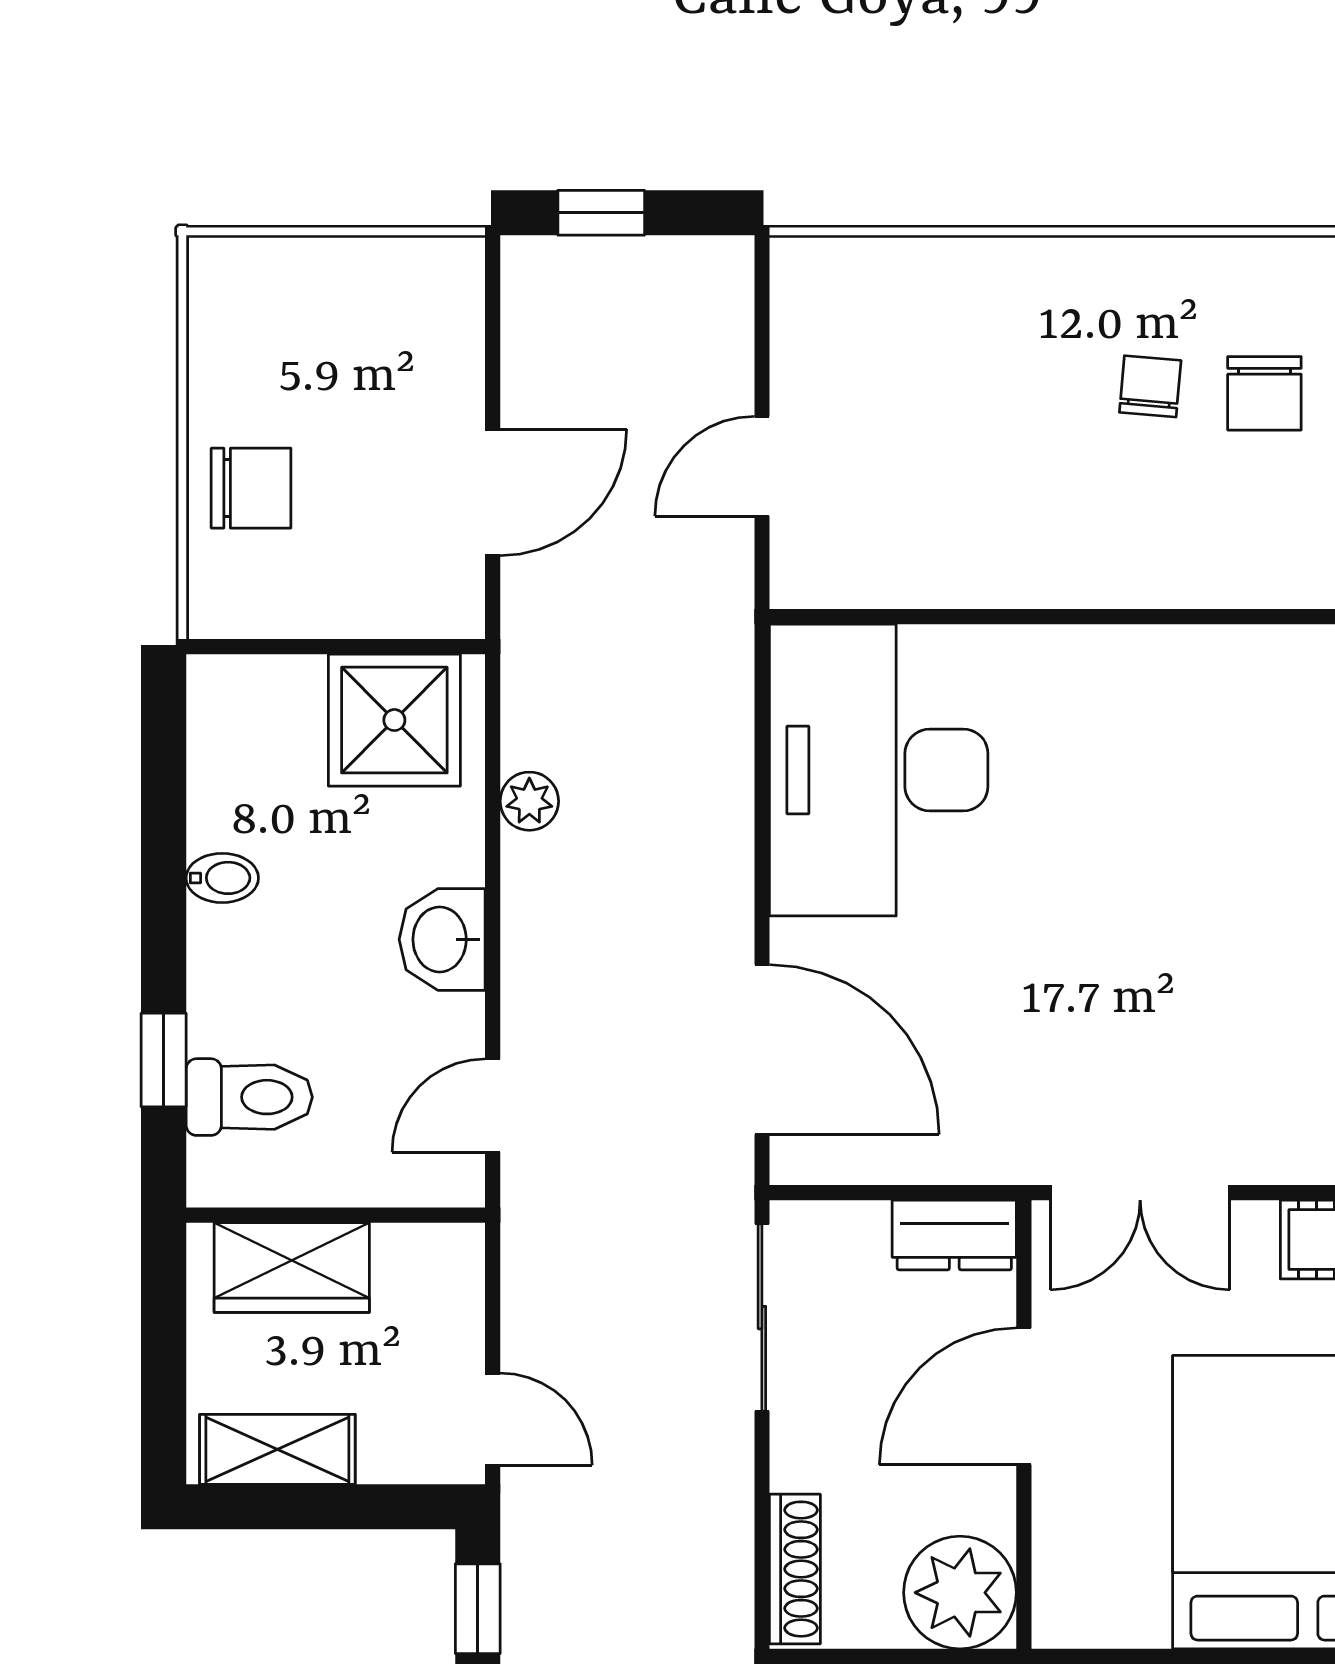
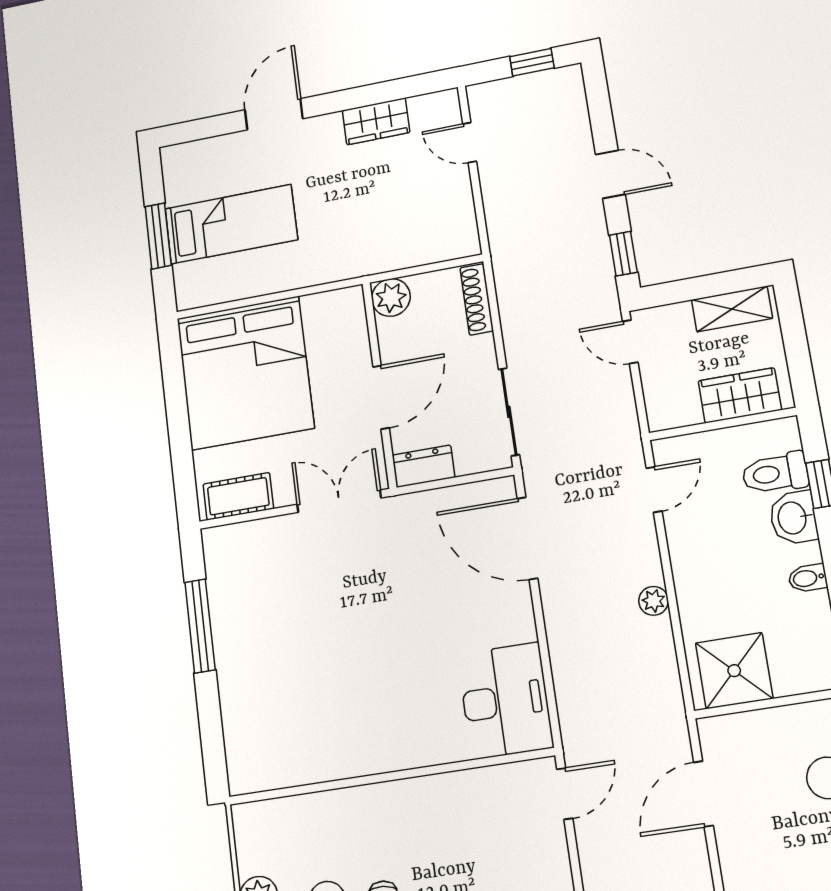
door: (762, 466) -> (565, 794), moved
desk: (879, 770) -> (505, 701), width x0.73, depth x0.77
plant: (529, 801) -> (654, 601), moved
washbasin: (442, 939) -> (793, 518), moved, turned 180
plant: (960, 1593) -> (391, 297), width x0.73, depth x0.73

